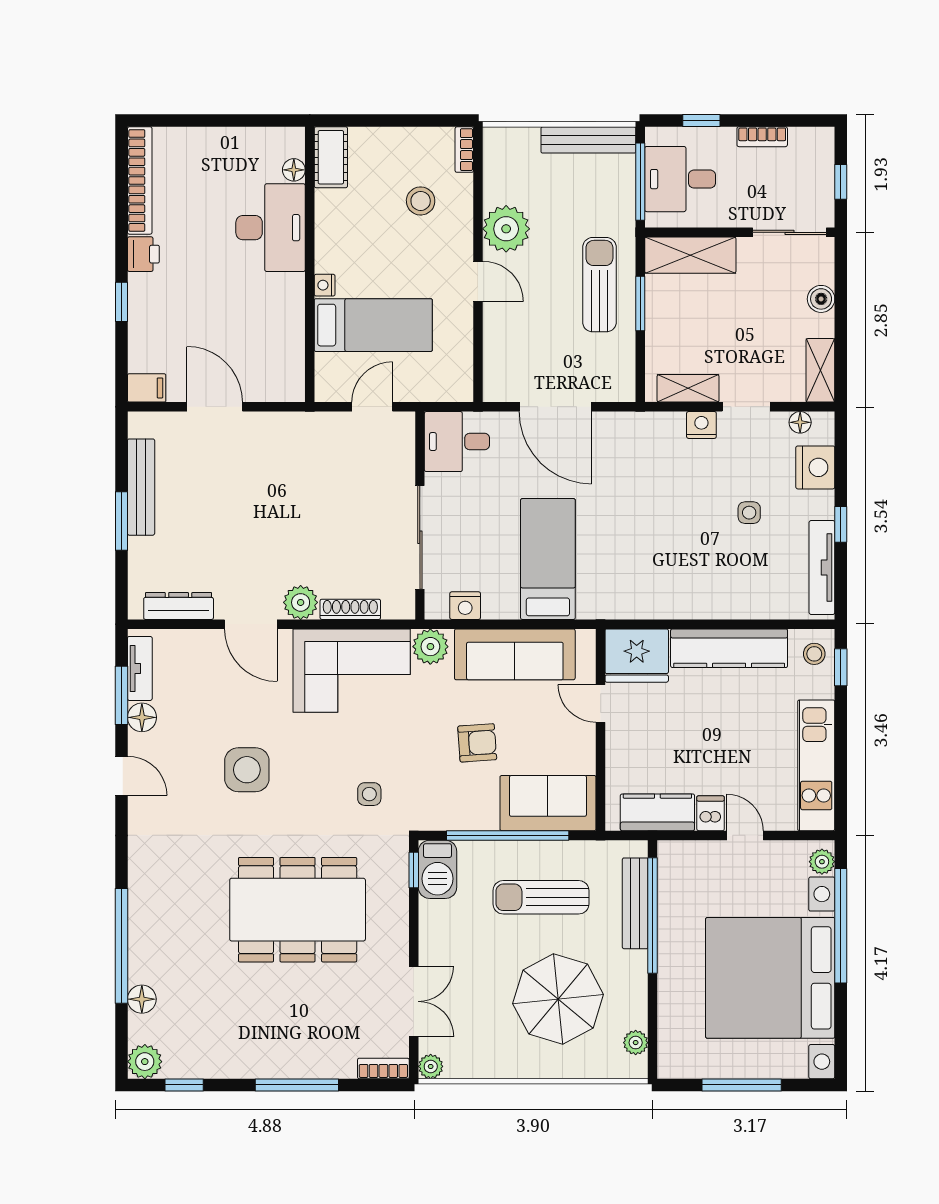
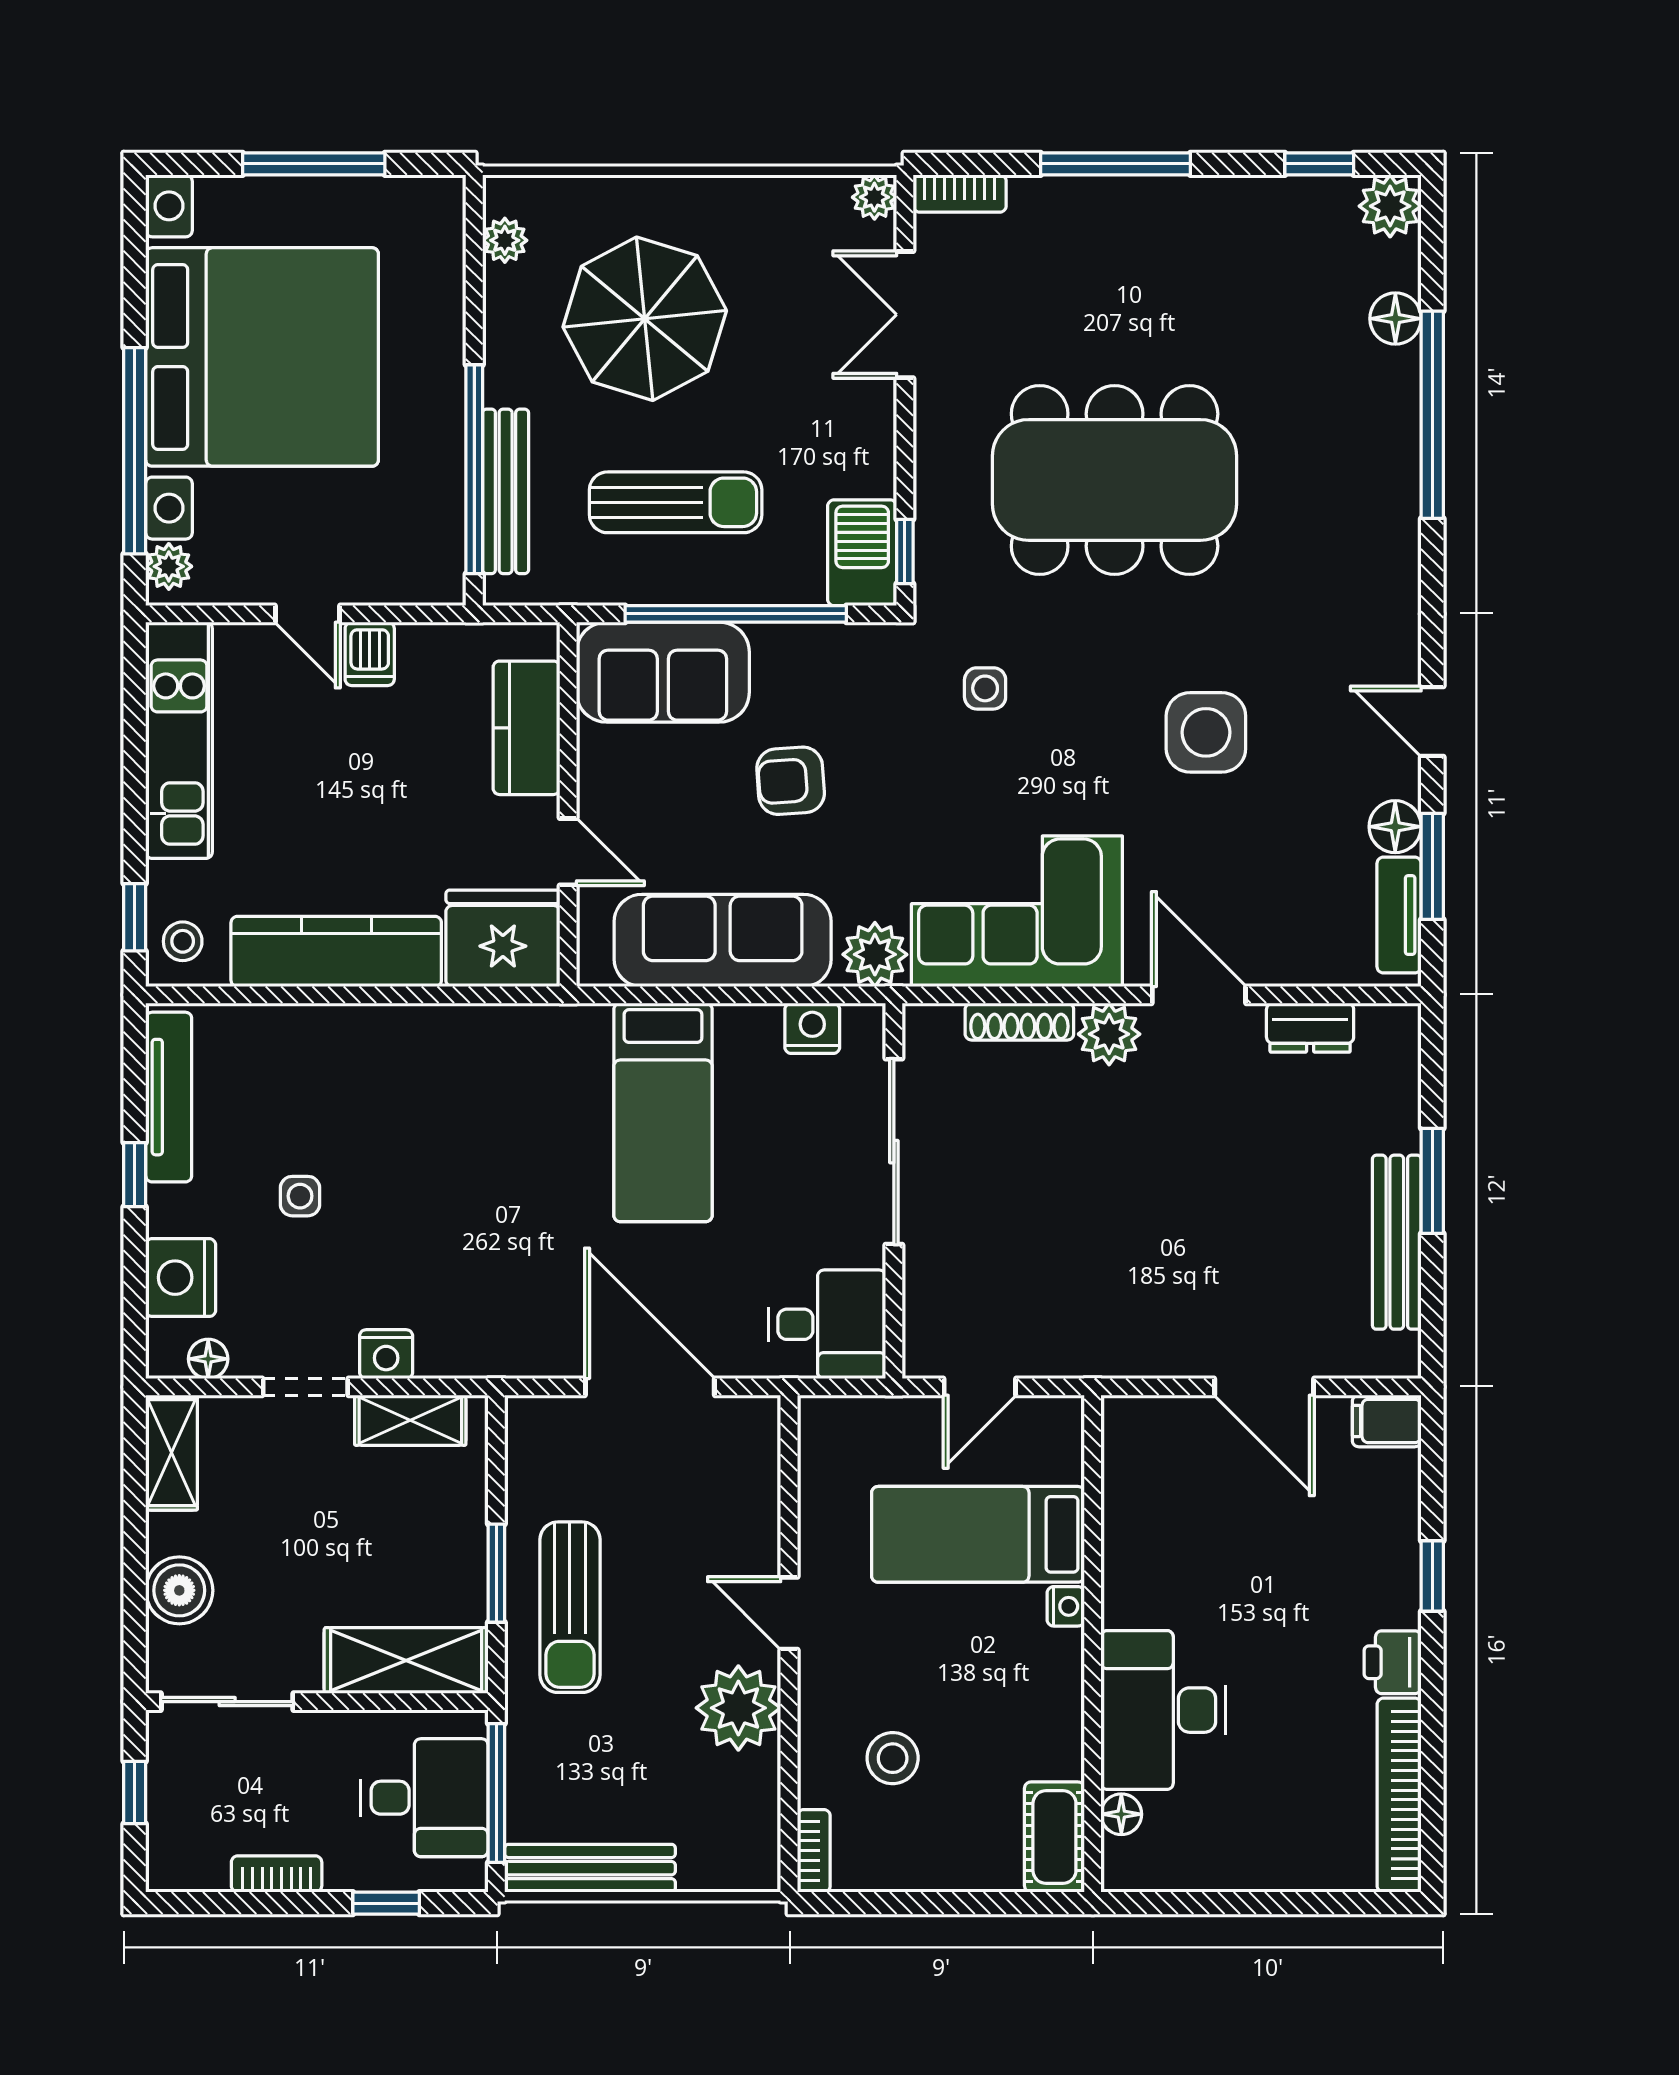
boiler: (821, 299) -> (179, 1590), width x1.36, depth x1.36
dresser: (179, 606) -> (1310, 1028), width x0.70
kitchen counter: (657, 812) -> (526, 728), moved, turned 90

